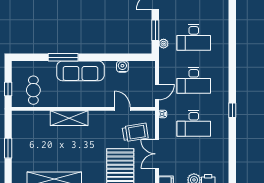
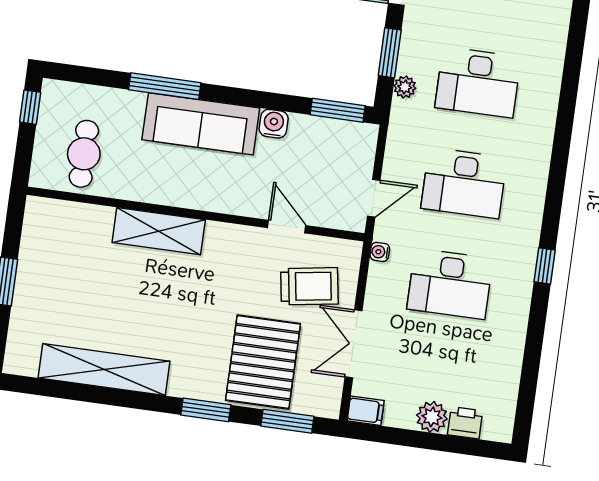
window: (137, 57) -> (338, 110), added
water cooler: (122, 67) -> (274, 124), moved
window: (8, 89) -> (30, 107), moved

